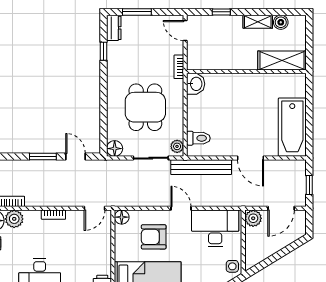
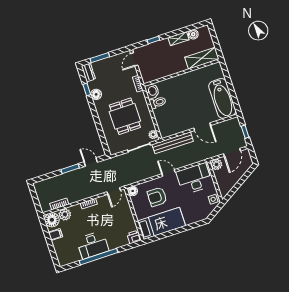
door: (185, 30) -> (134, 59), hinge flipped
toilet: (198, 138) -> (158, 102), moved
floor lamp: (115, 149) -> (96, 94), moved

